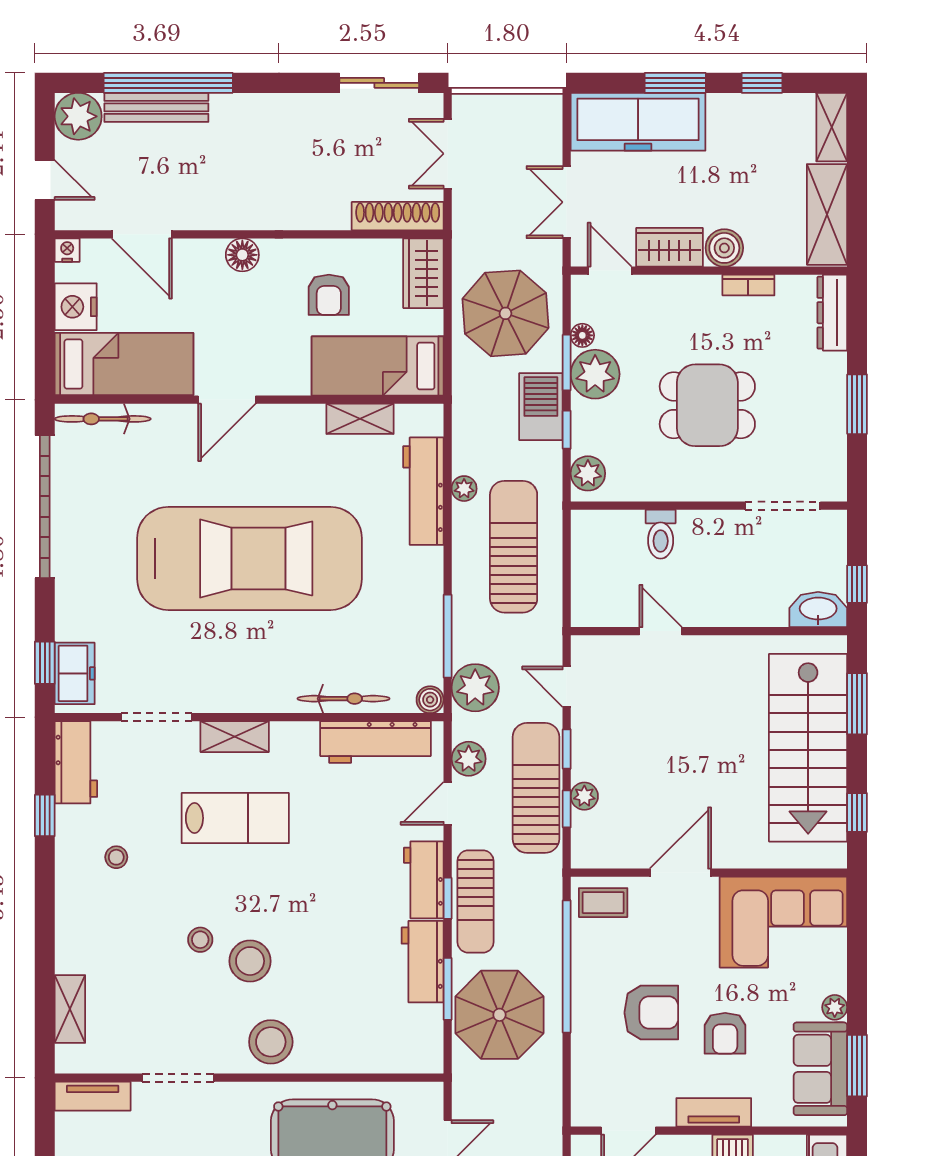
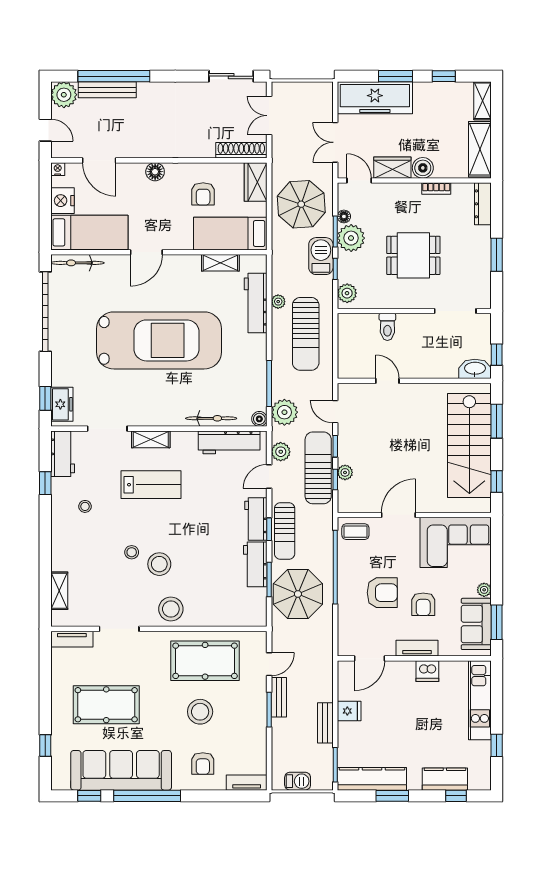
sun lounger: (514, 547) -> (306, 334), turned 180

